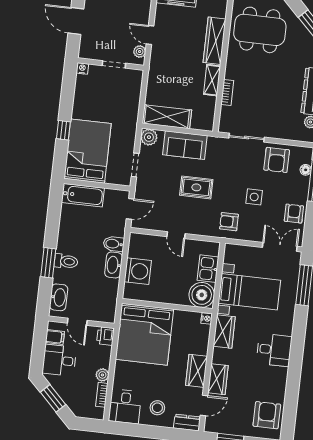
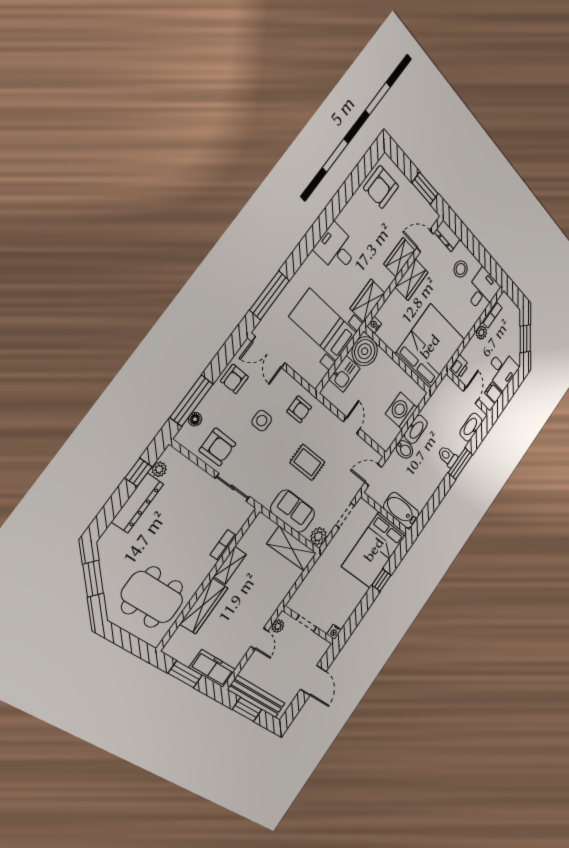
armchair: (277, 160) -> (218, 447), turned 90

